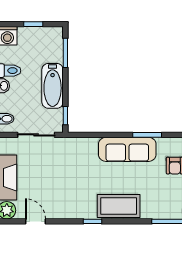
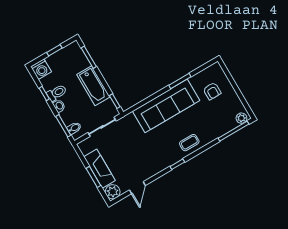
sofa: (127, 149) -> (166, 106), width x1.36, depth x1.27
coffee table: (119, 206) -> (189, 143), width x0.54, depth x0.58
door: (36, 221) -> (137, 188), swing flipped

